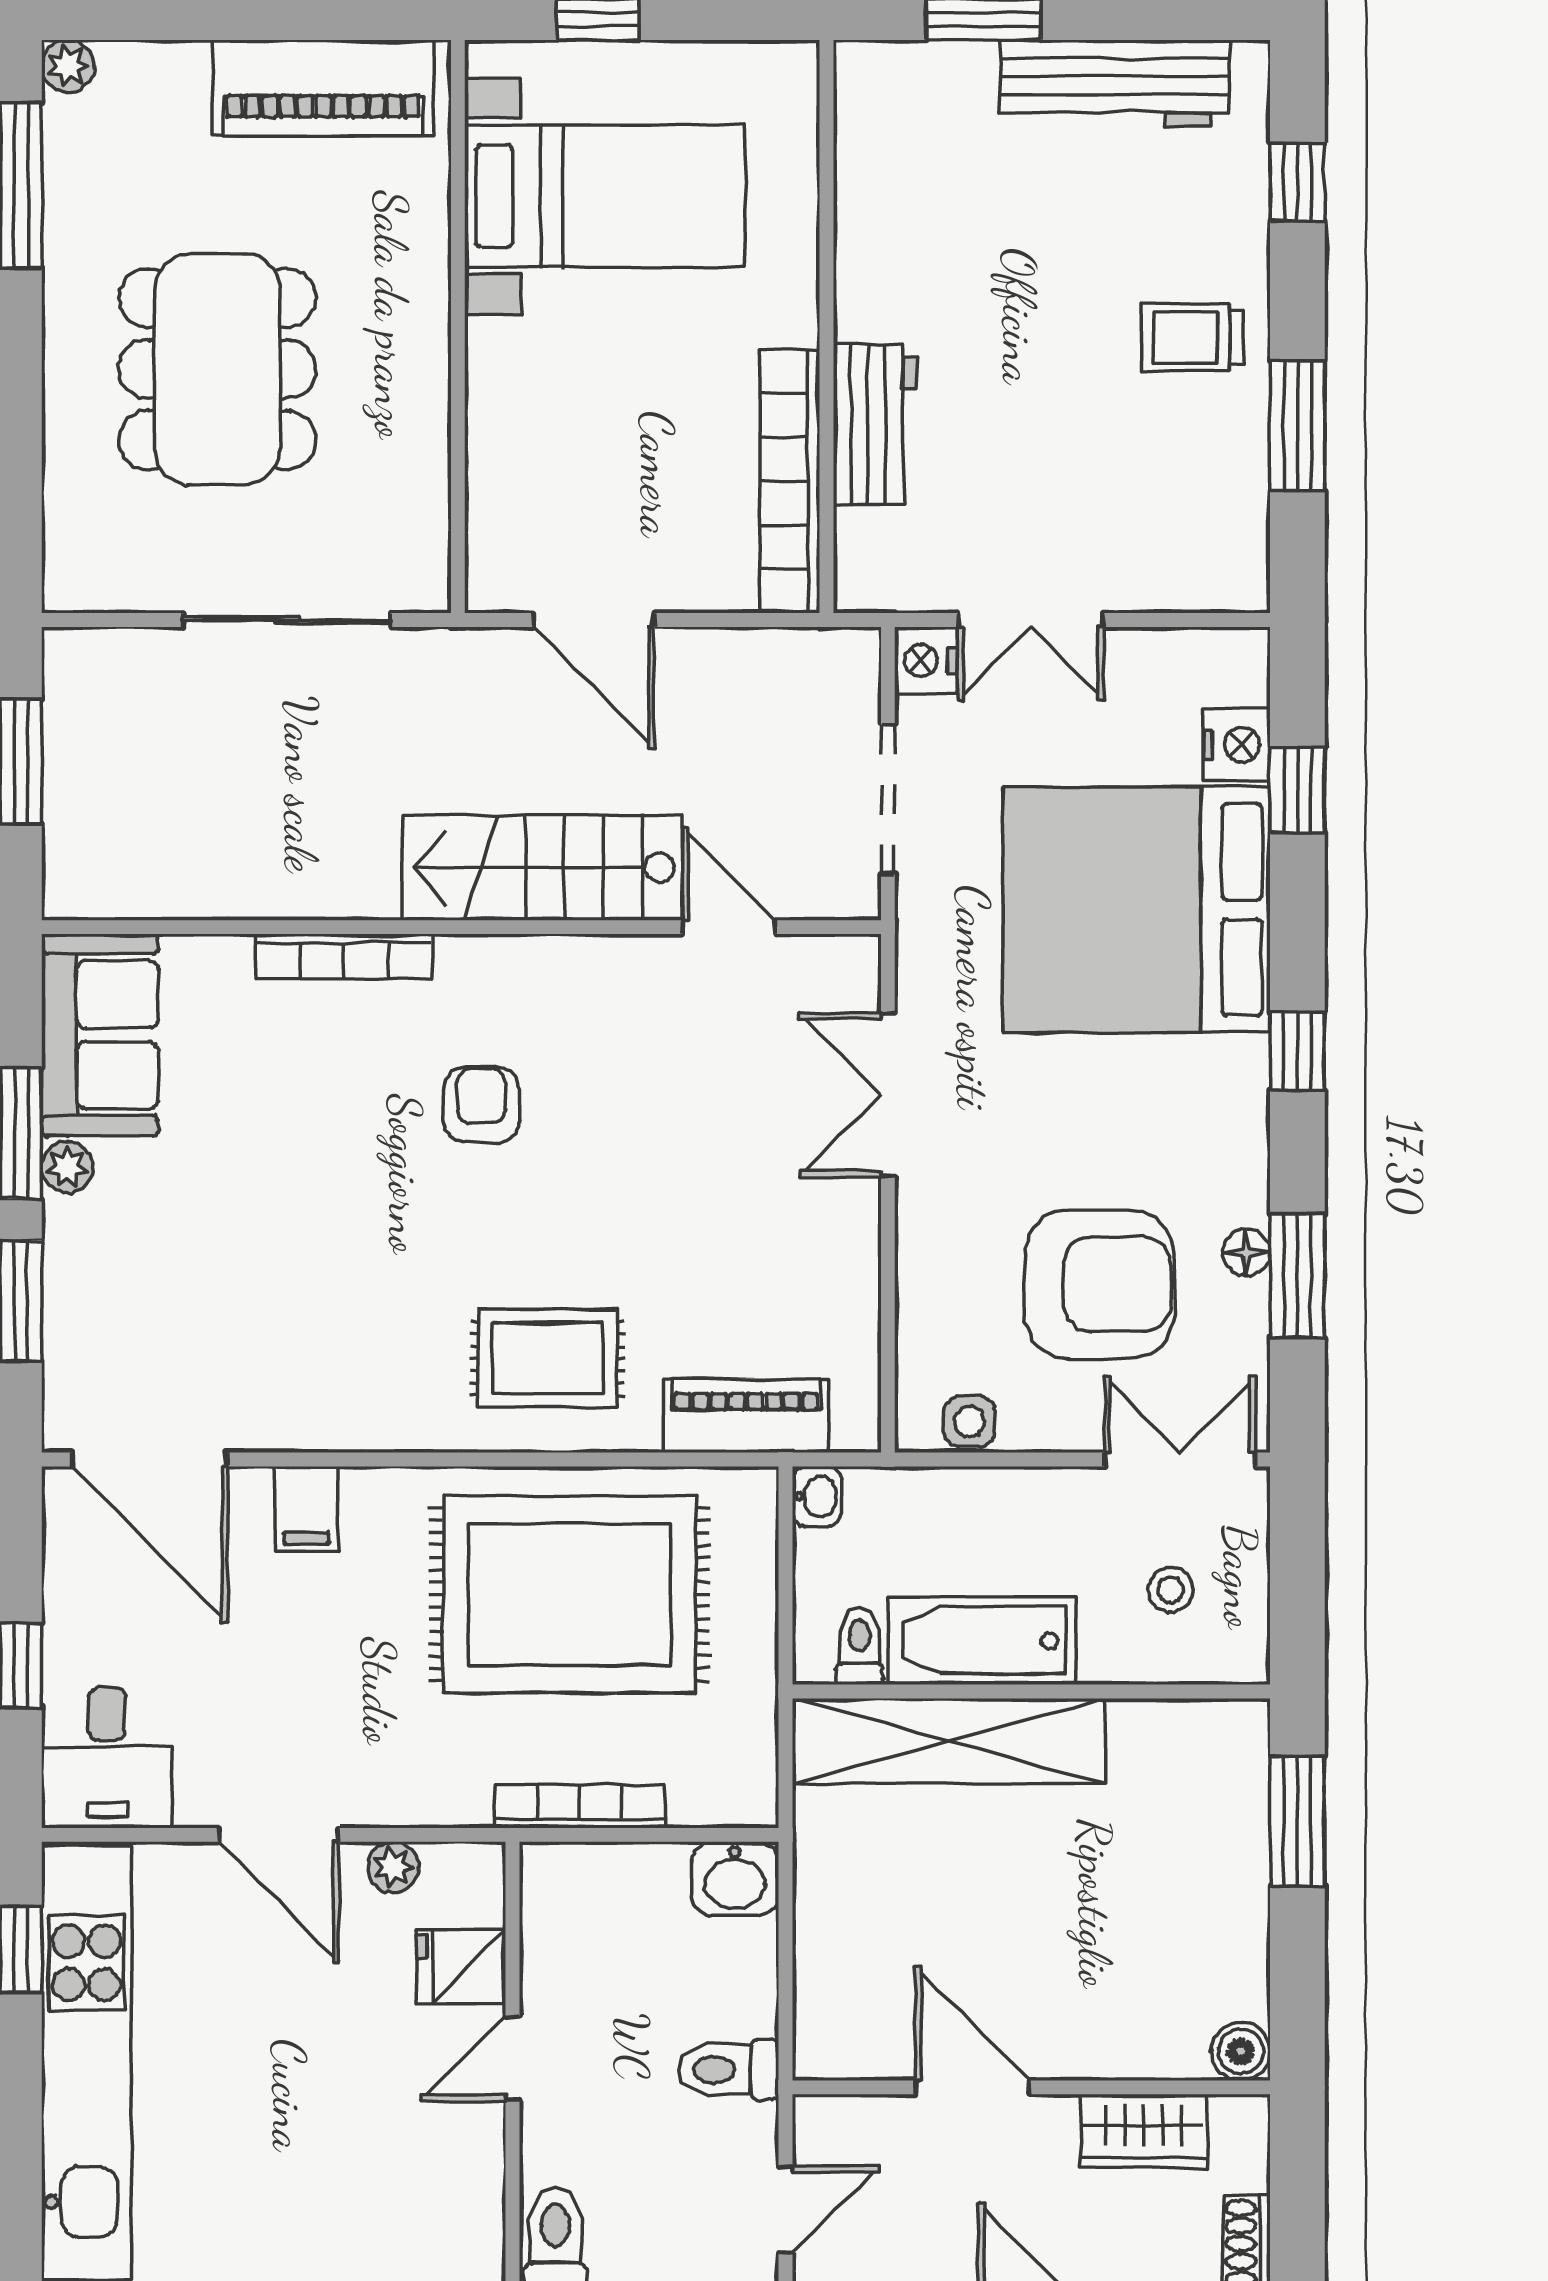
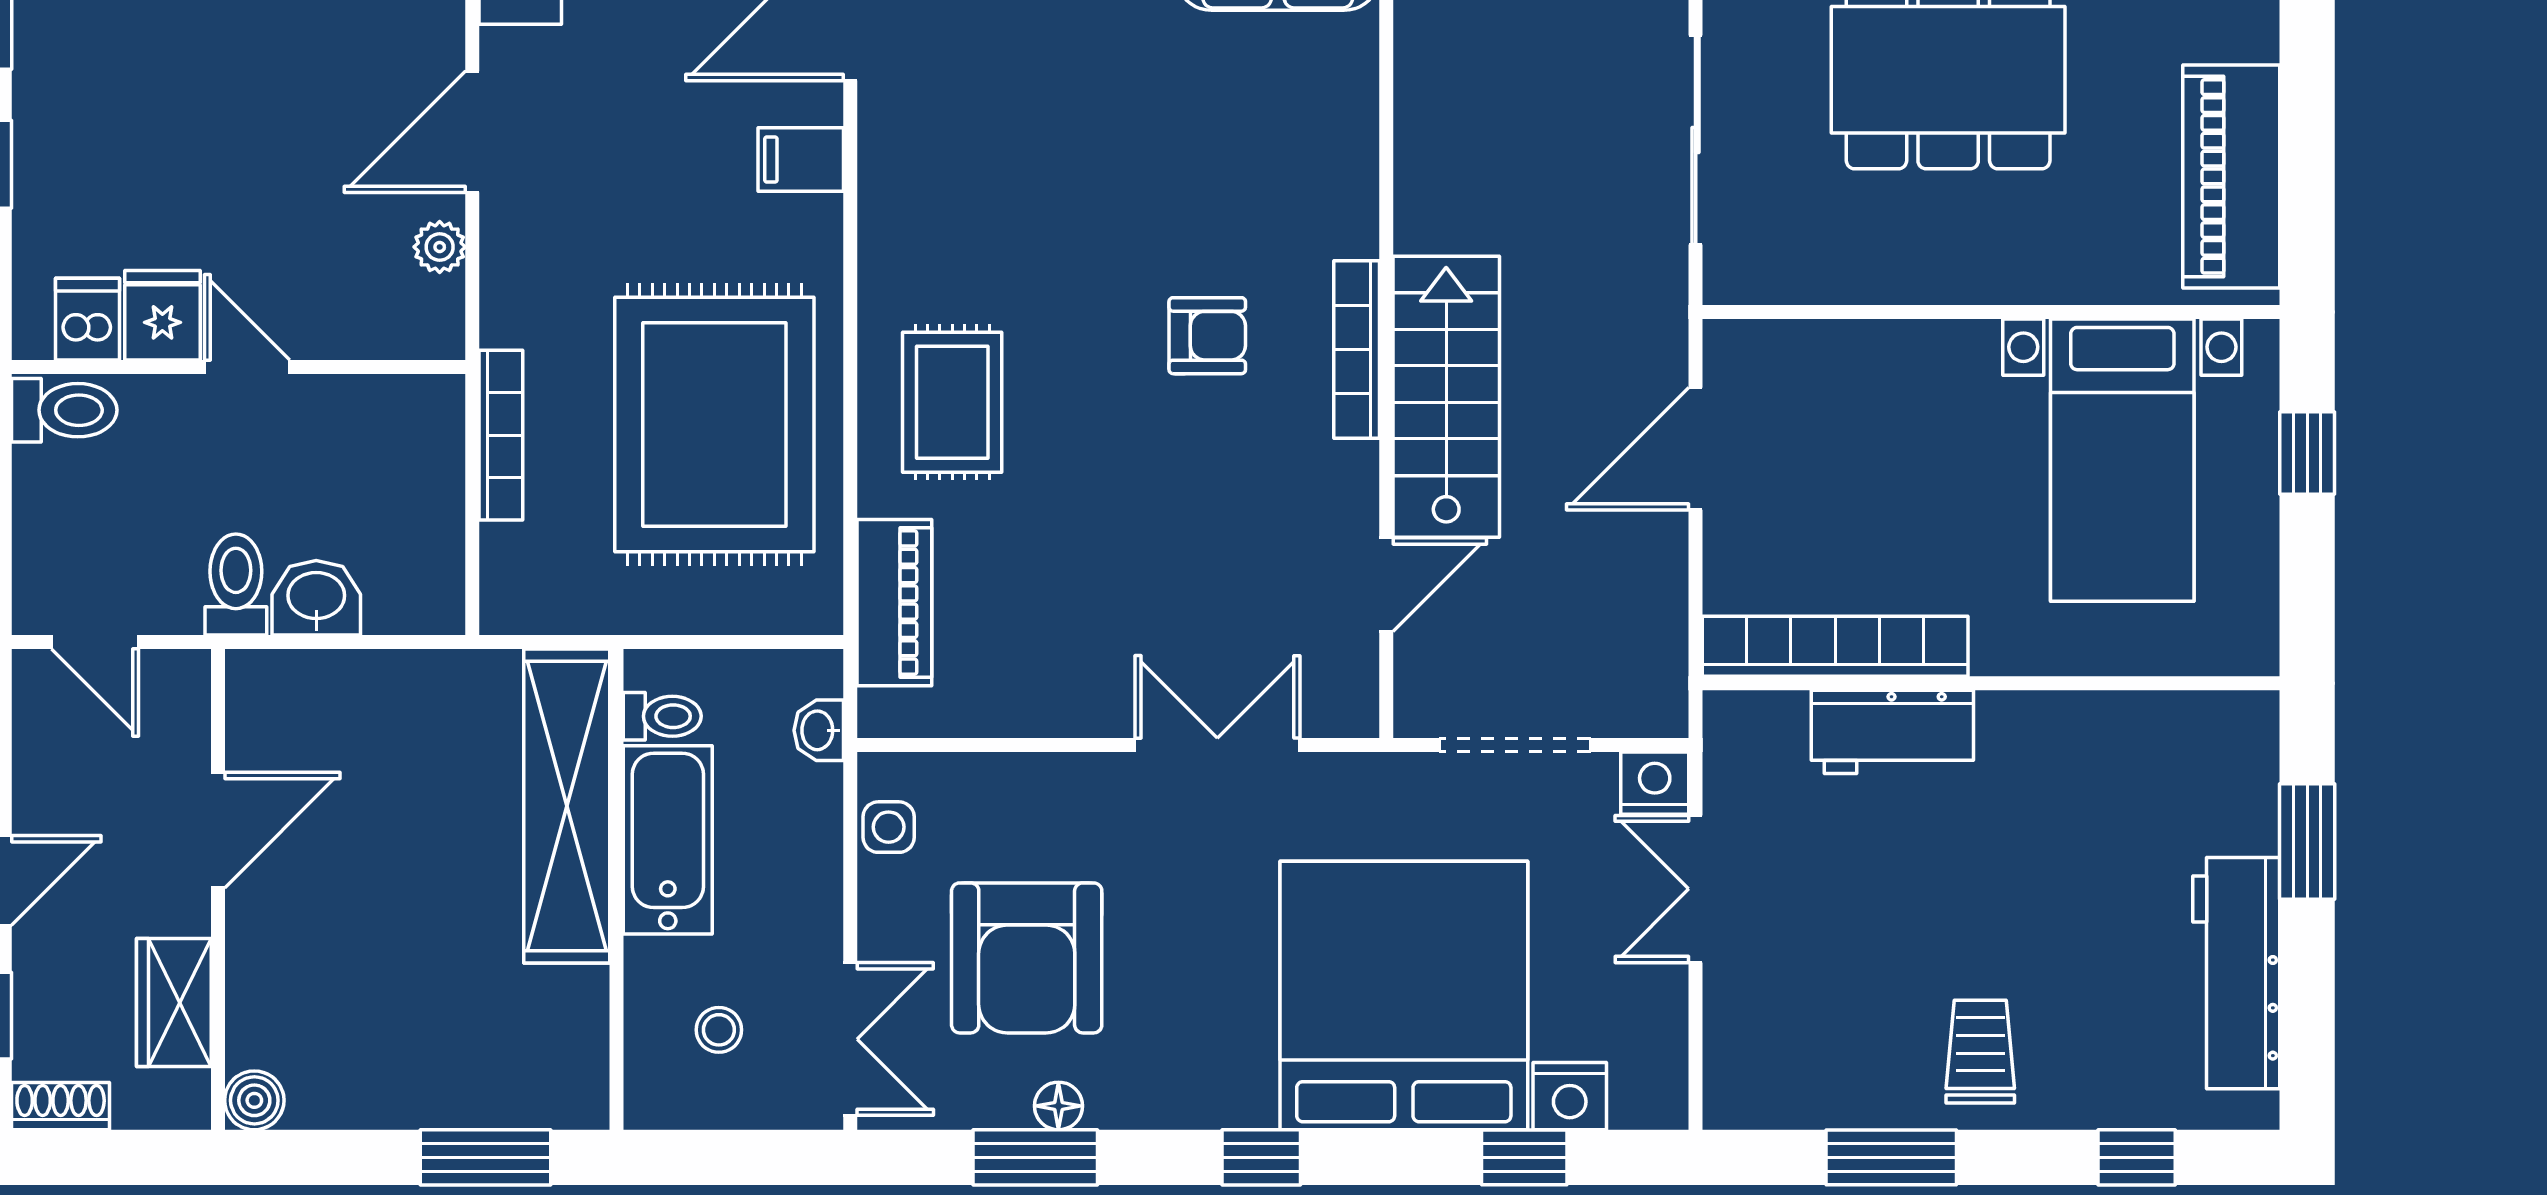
bookcase: (344, 957) -> (1357, 349), moved
washbasin: (817, 1497) -> (819, 730), moved, turned 90
washbasin: (735, 1879) -> (316, 598), moved, turned 90
fridge: (461, 1966) -> (162, 315), moved
dishwasher: (465, 2217) -> (87, 319), added

